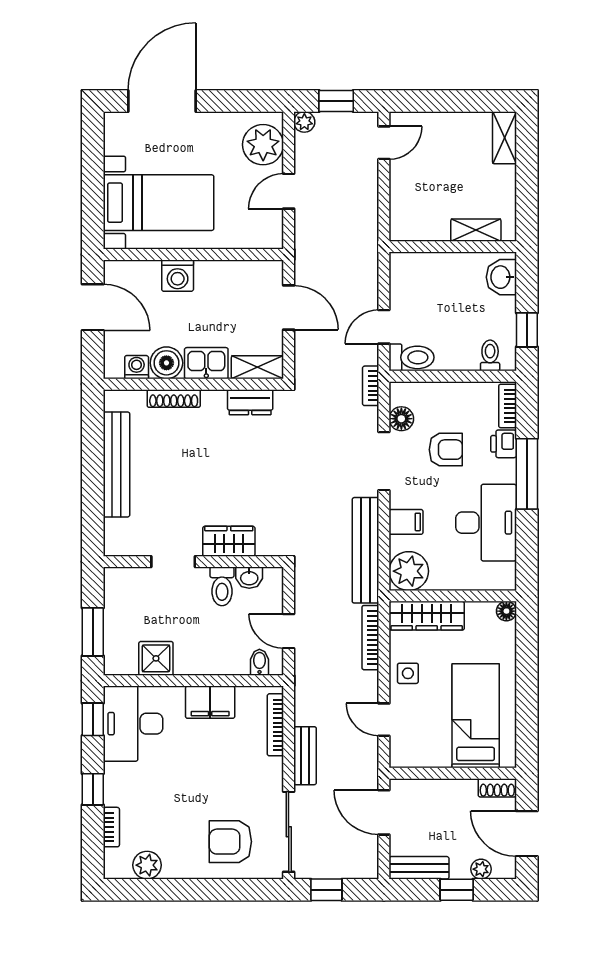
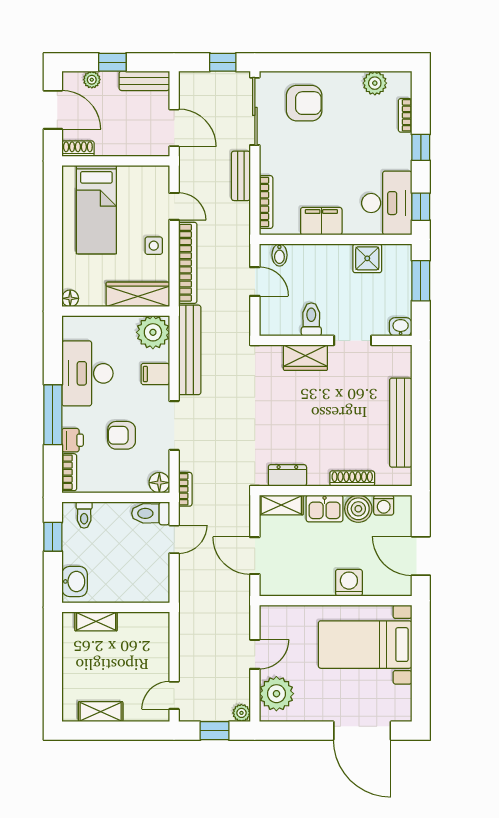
door: (162, 101) -> (362, 731), hinge flipped
shelving: (505, 138) -> (101, 712), moved, turned 90
floor lamp: (401, 419) -> (159, 483), moved
washbasin: (249, 578) -> (401, 327), moved
bookcase: (370, 638) -> (188, 263), width x1.48, depth x1.31

